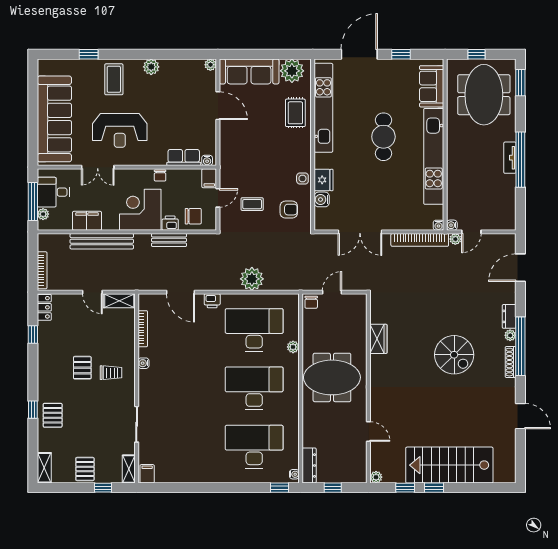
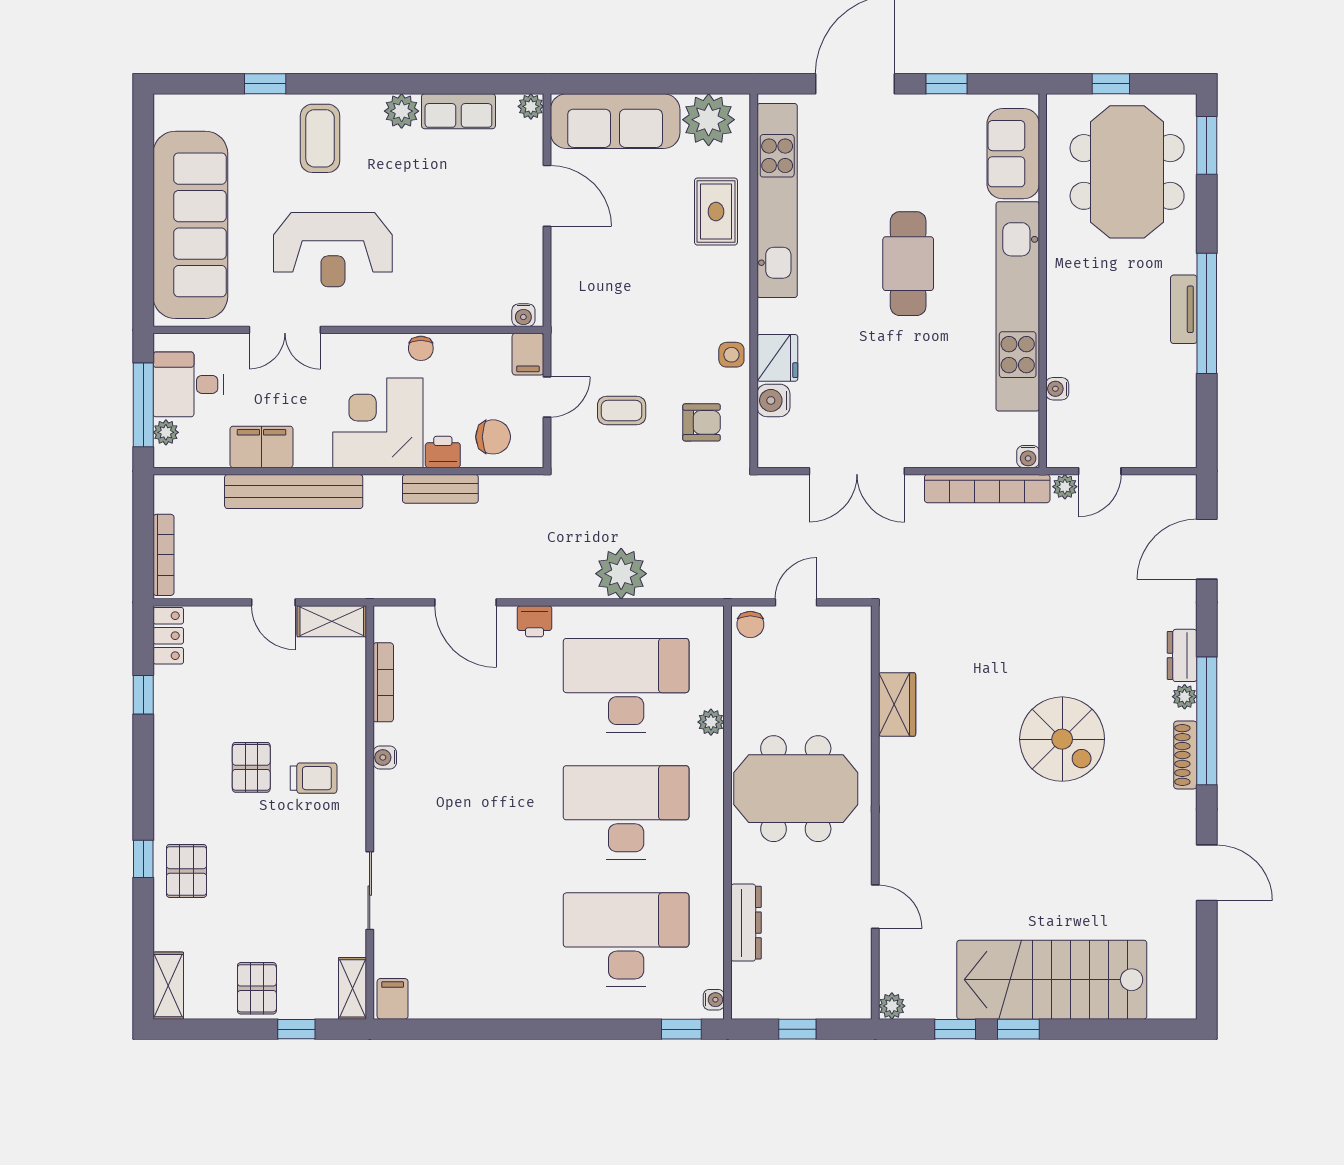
row of seats: (184, 158) -> (458, 111), moved, turned 180
water cooler: (452, 225) -> (1057, 389), moved
dresser: (309, 465) -> (746, 923), moved

